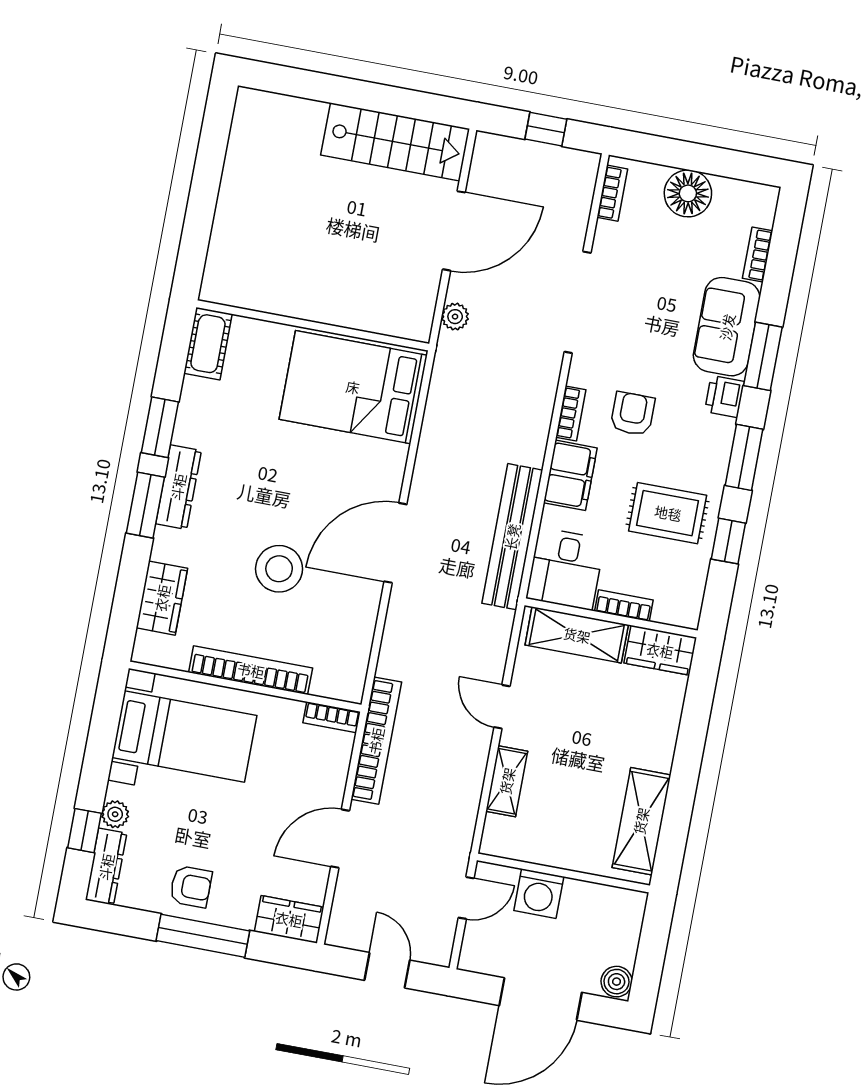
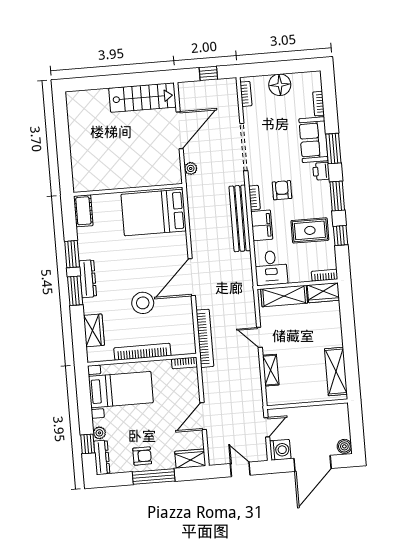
bench: (512, 537) -> (240, 218), moved
bookcase: (624, 606) -> (325, 275), moved
bookcase: (376, 741) -> (205, 338), moved
washing machine: (539, 894) -> (280, 450), moved, turned -90

